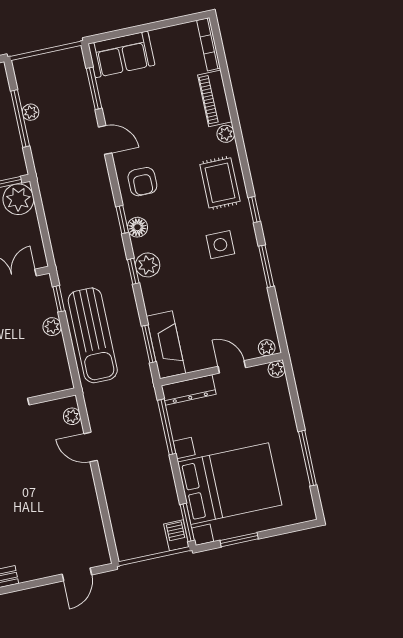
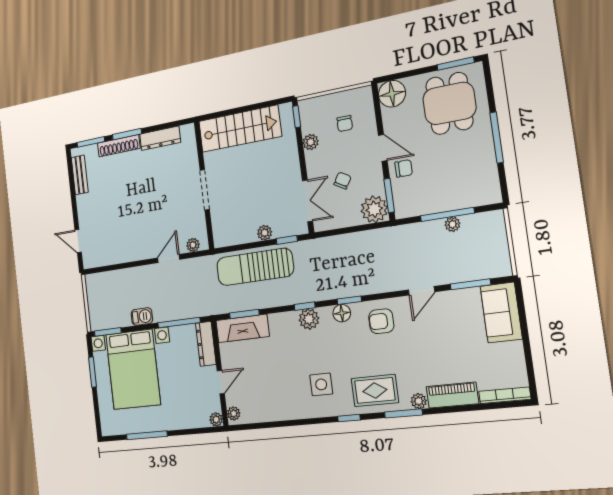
window: (266, 266) -> (403, 413), moved
barbecue: (176, 535) -> (142, 317), moved

